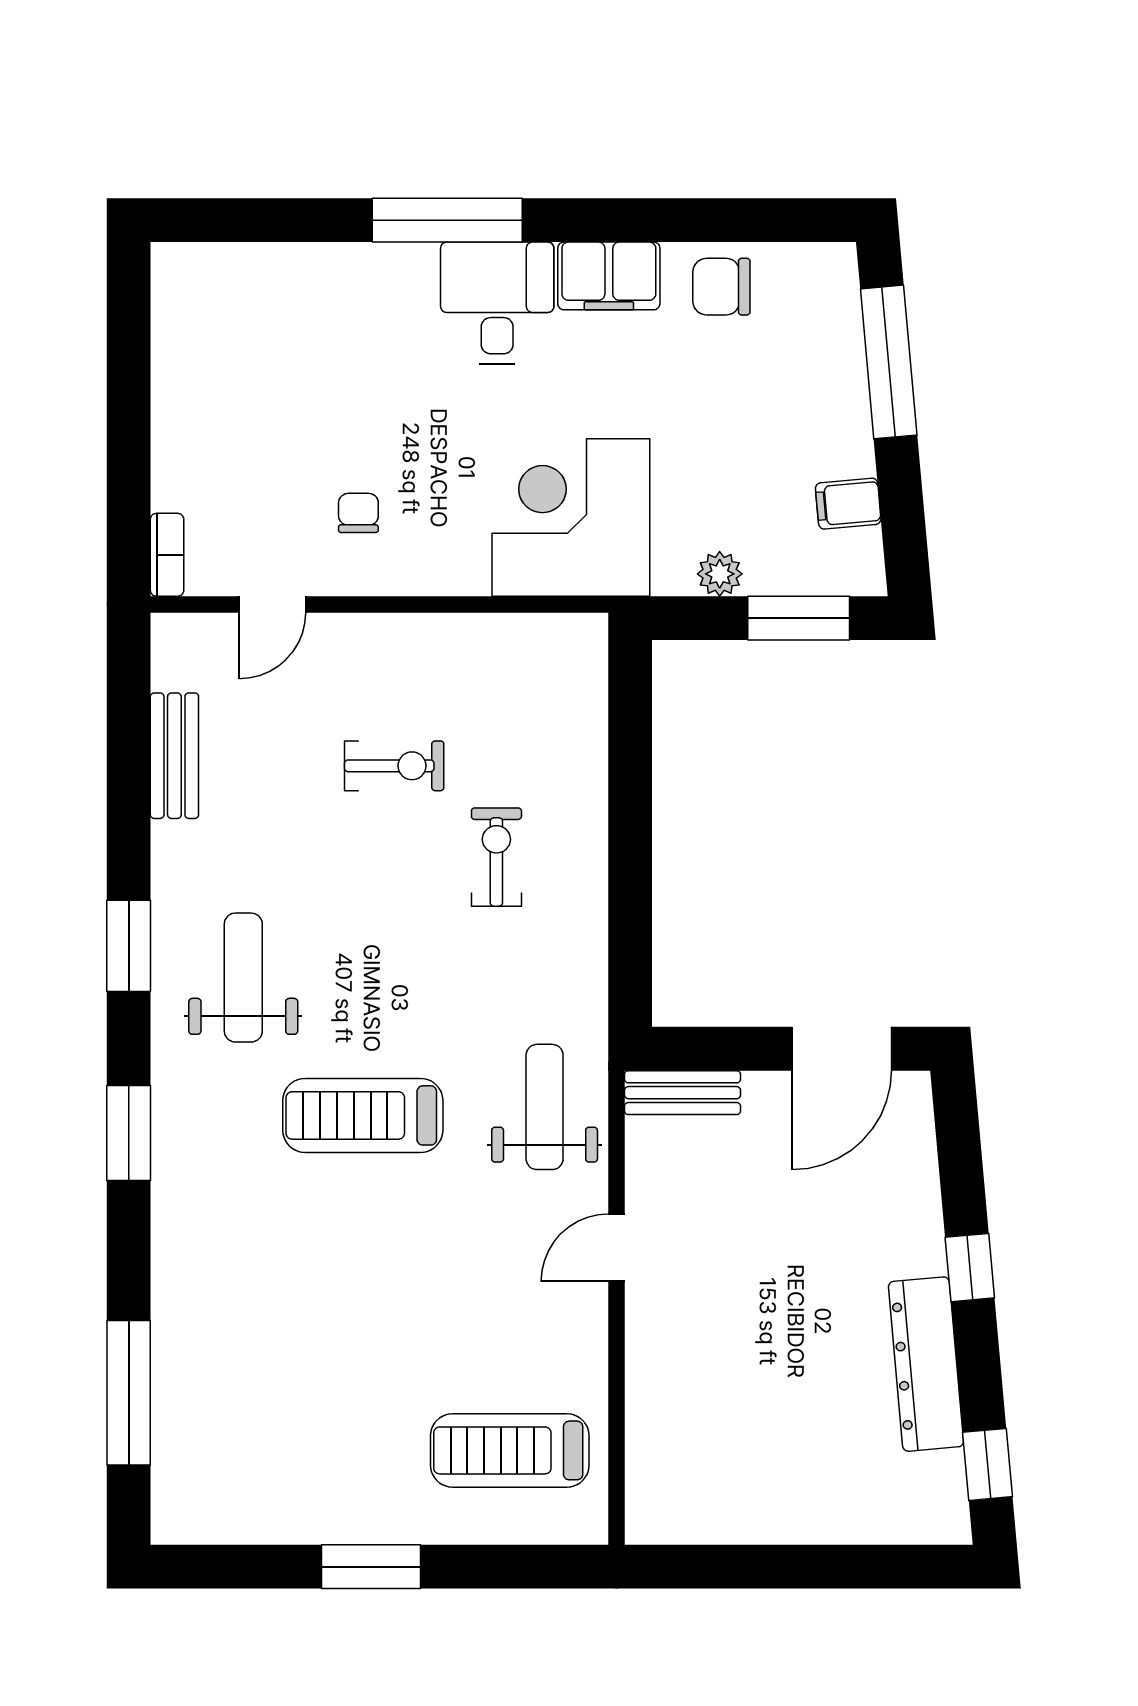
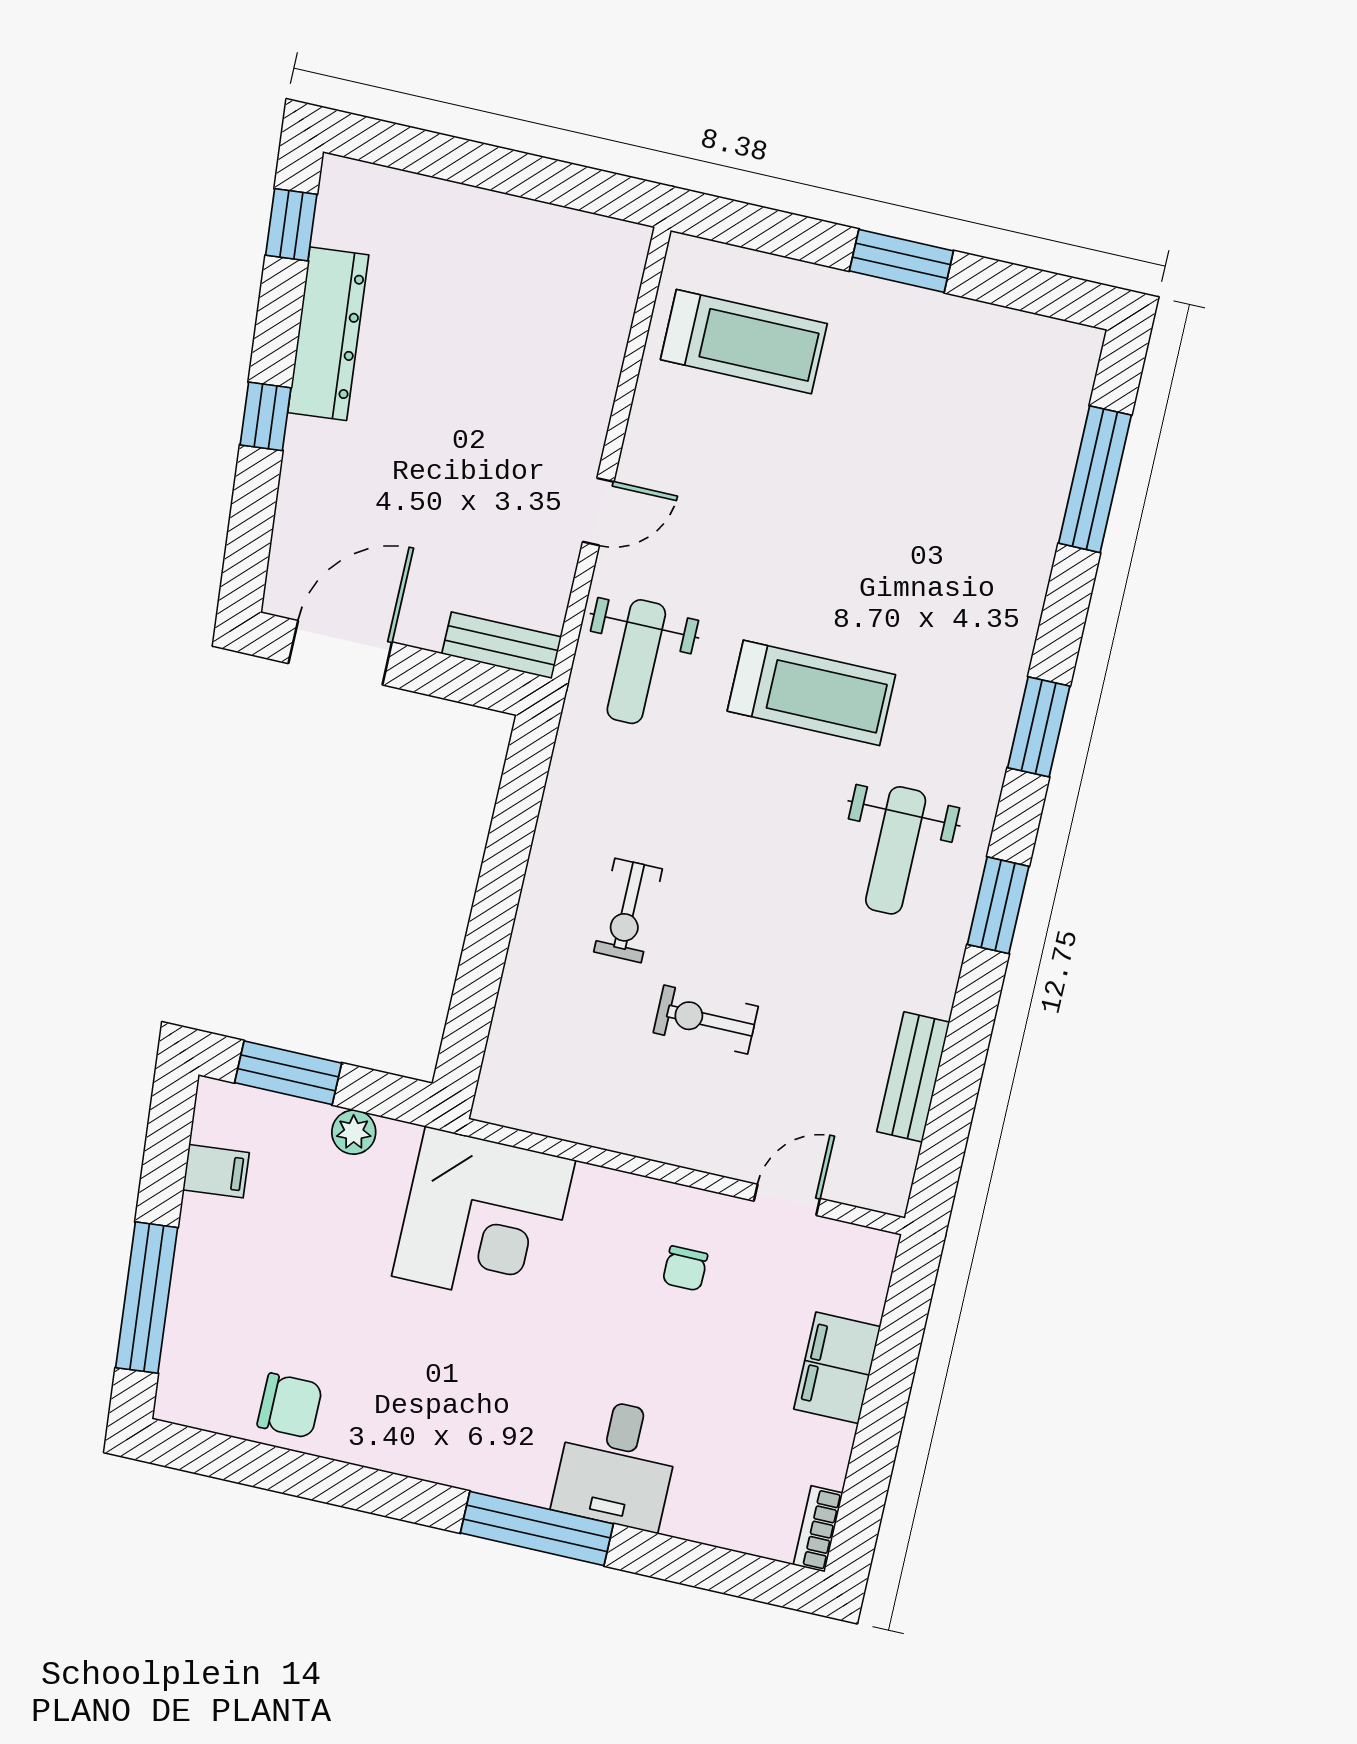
filing cabinet: (609, 276) -> (837, 1368), moved, turned -90
desk: (497, 303) -> (617, 1464), moved
bookcase: (167, 555) -> (818, 1529), moved

